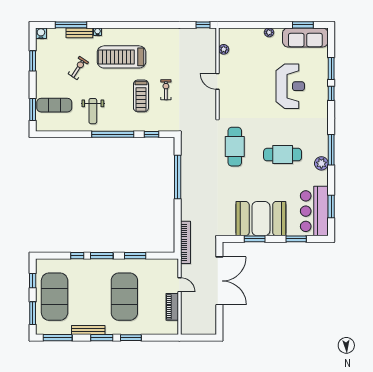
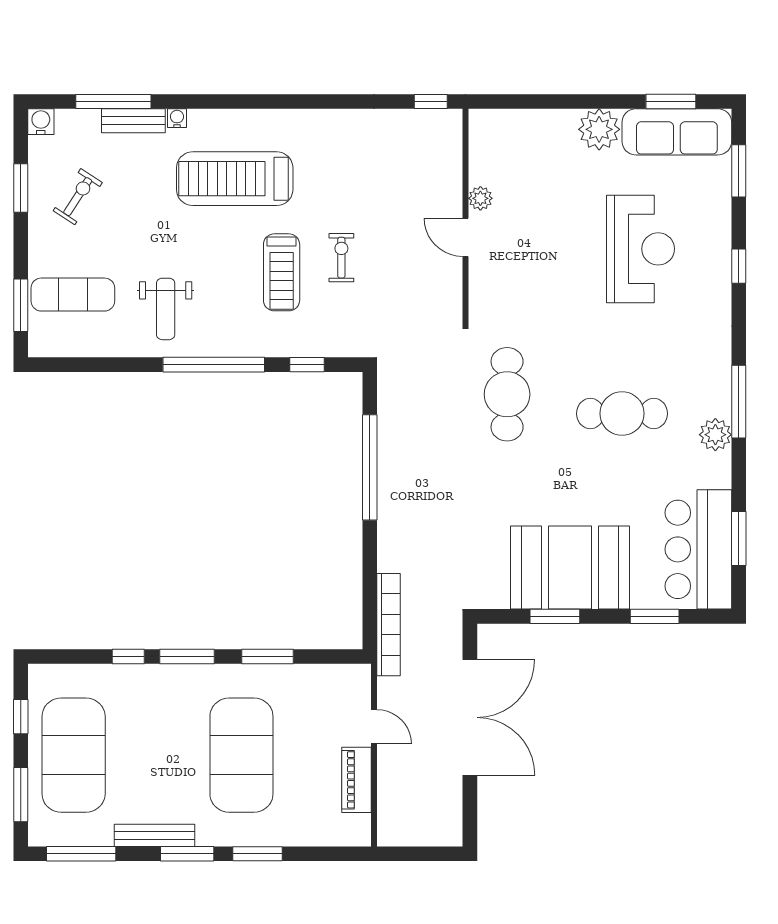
plant: (269, 32) -> (599, 129), width x1.87, depth x1.87
plant: (224, 49) -> (480, 198), moved
exercise bike: (78, 68) -> (78, 197), moved
window: (331, 68) -> (739, 171), moved

